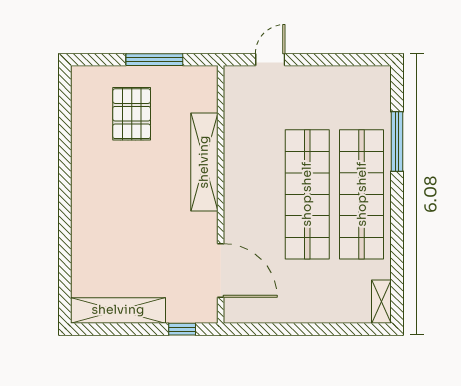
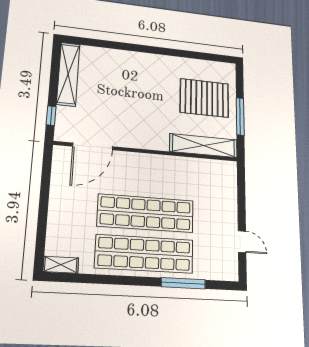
door: (270, 60) -> (242, 242), moved
pallet: (132, 114) -> (204, 98), width x1.37, depth x1.41
shelving: (204, 162) -> (204, 146), moved

